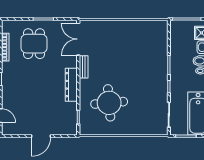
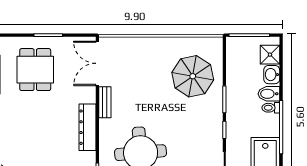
parasol: (146, 48) -> (193, 76), added

